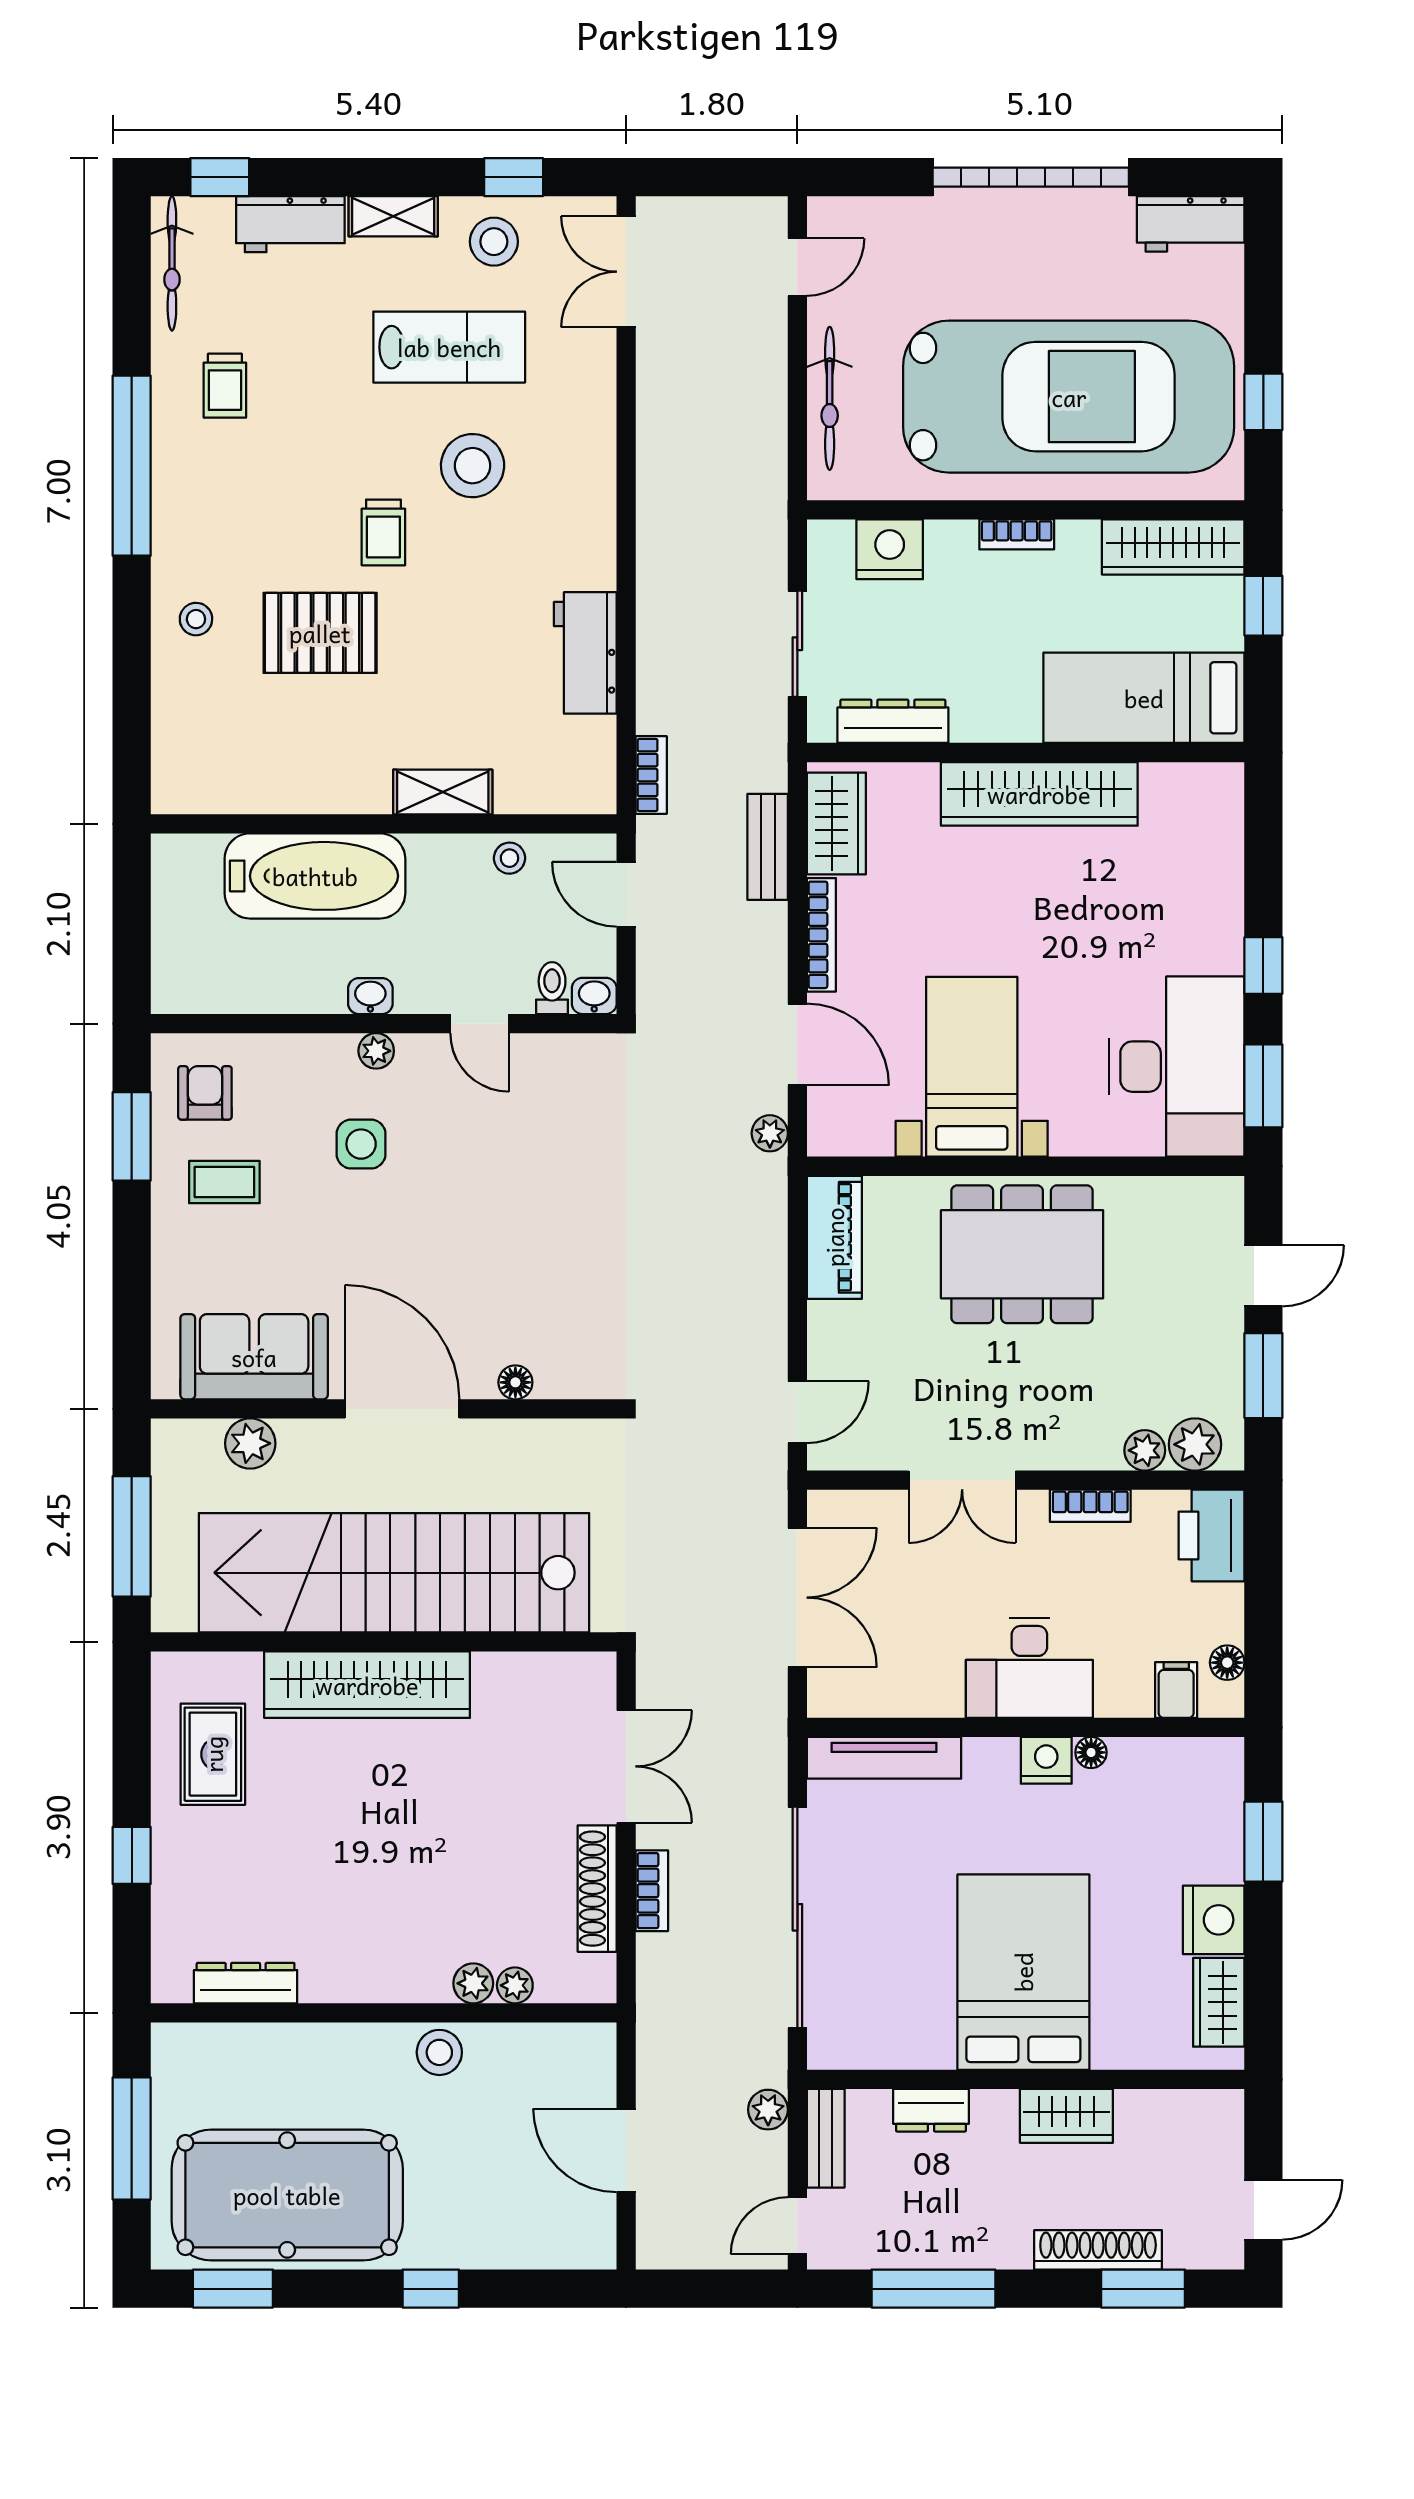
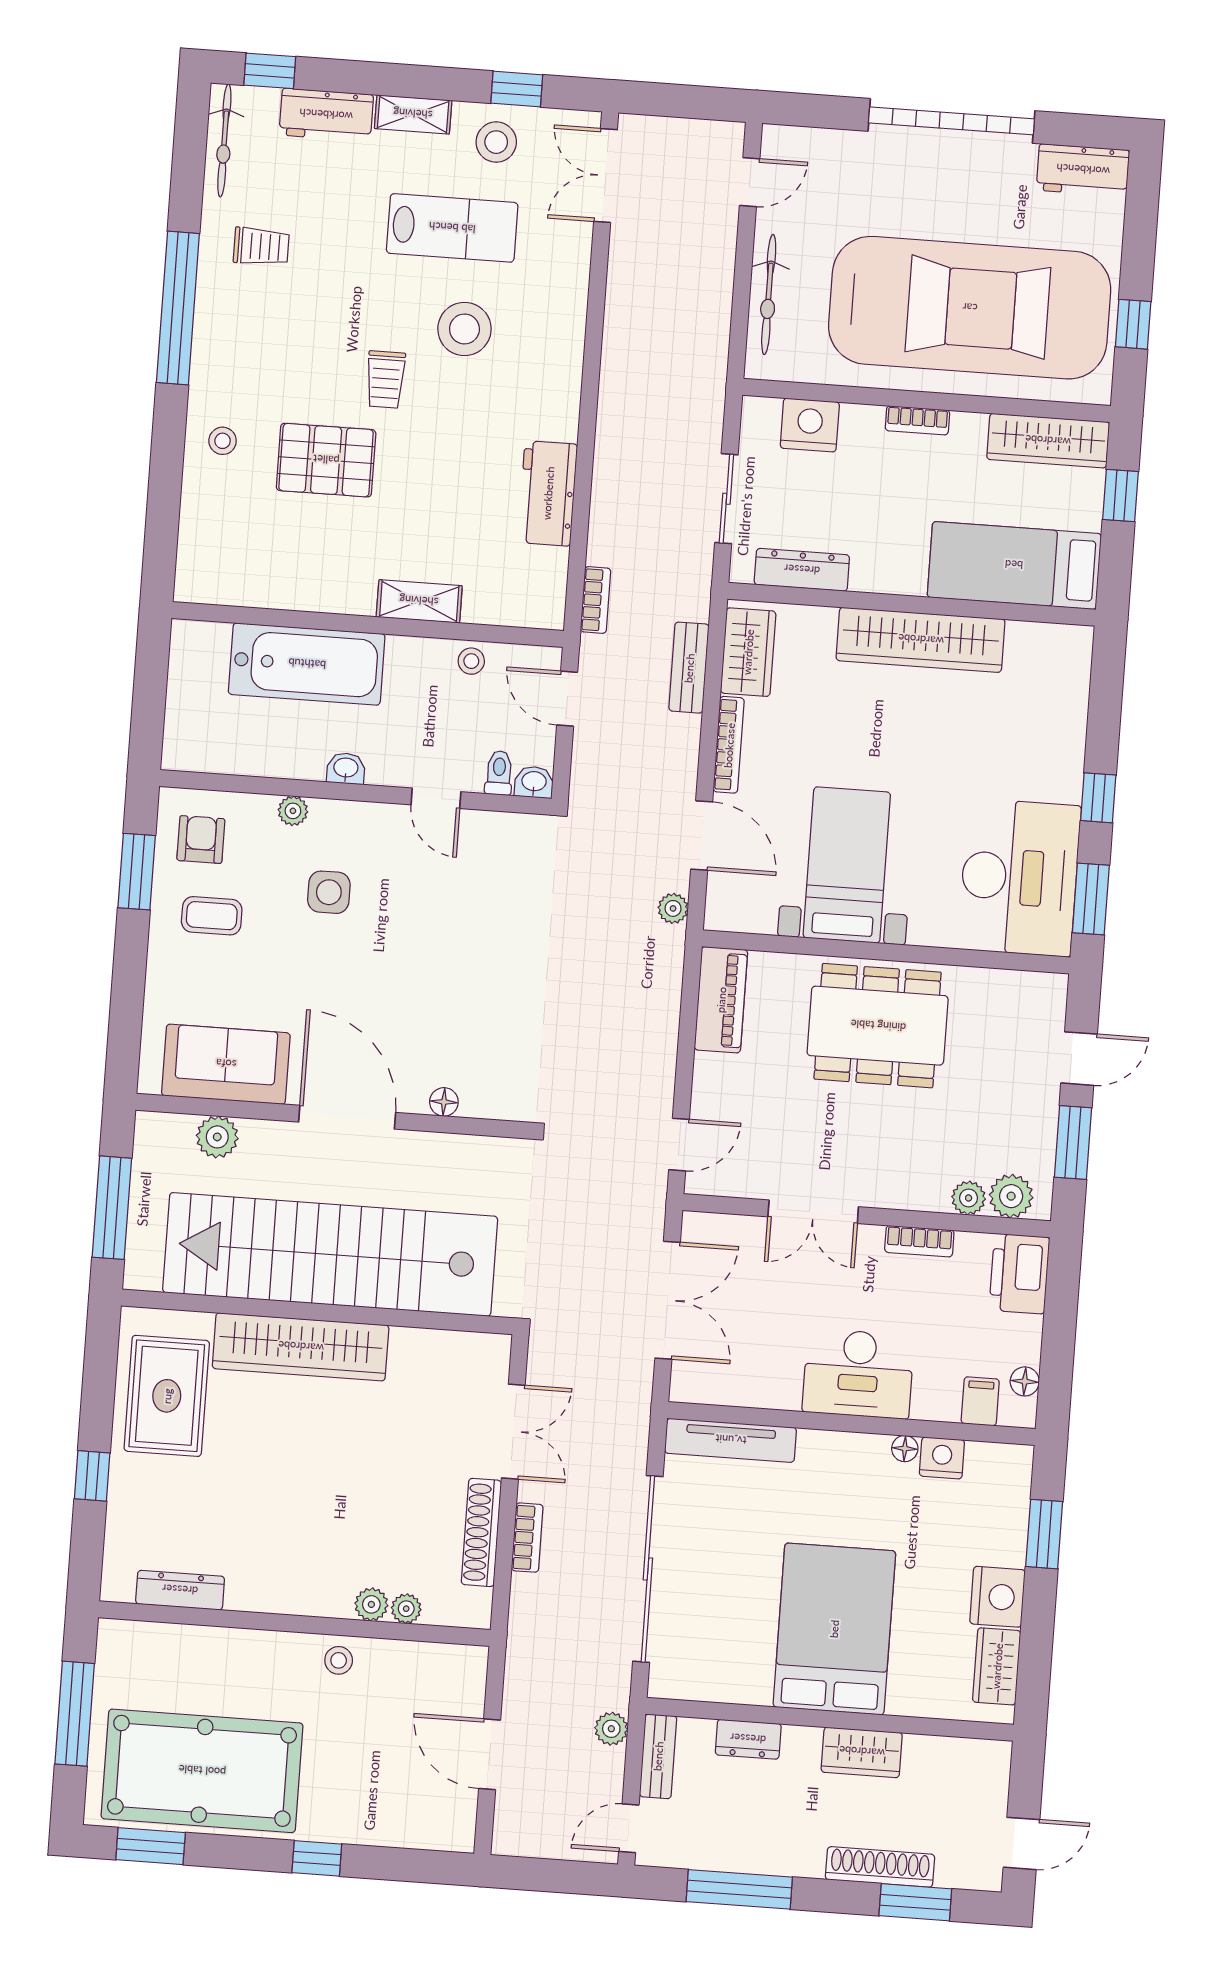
trolley: (225, 386) -> (261, 246), turned -90
plant: (376, 1051) -> (293, 811), moved
rug: (213, 1754) -> (167, 1396), width x1.36, depth x1.43
nightstand: (1046, 1760) -> (942, 1458), moved
stool: (439, 2052) -> (339, 1660), width x0.73, depth x0.73

